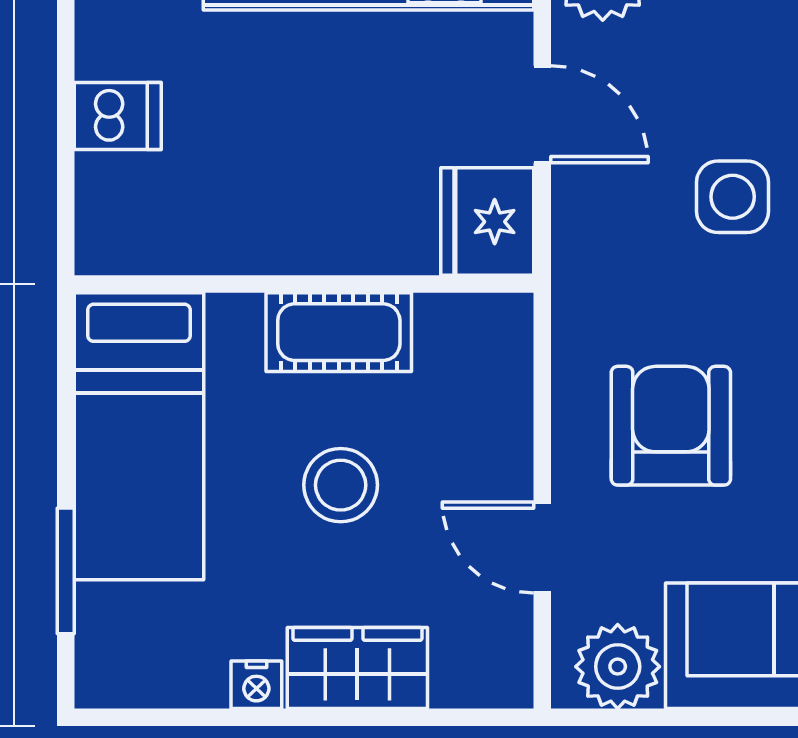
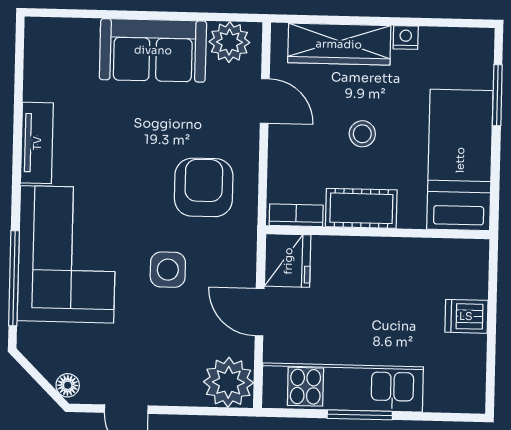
bookcase: (472, 315) -> (296, 215), added
armchair: (671, 426) -> (204, 187), moved, turned 180
stool: (341, 485) -> (362, 134), width x0.73, depth x0.73
wardrobe: (357, 668) -> (339, 44), width x1.50

